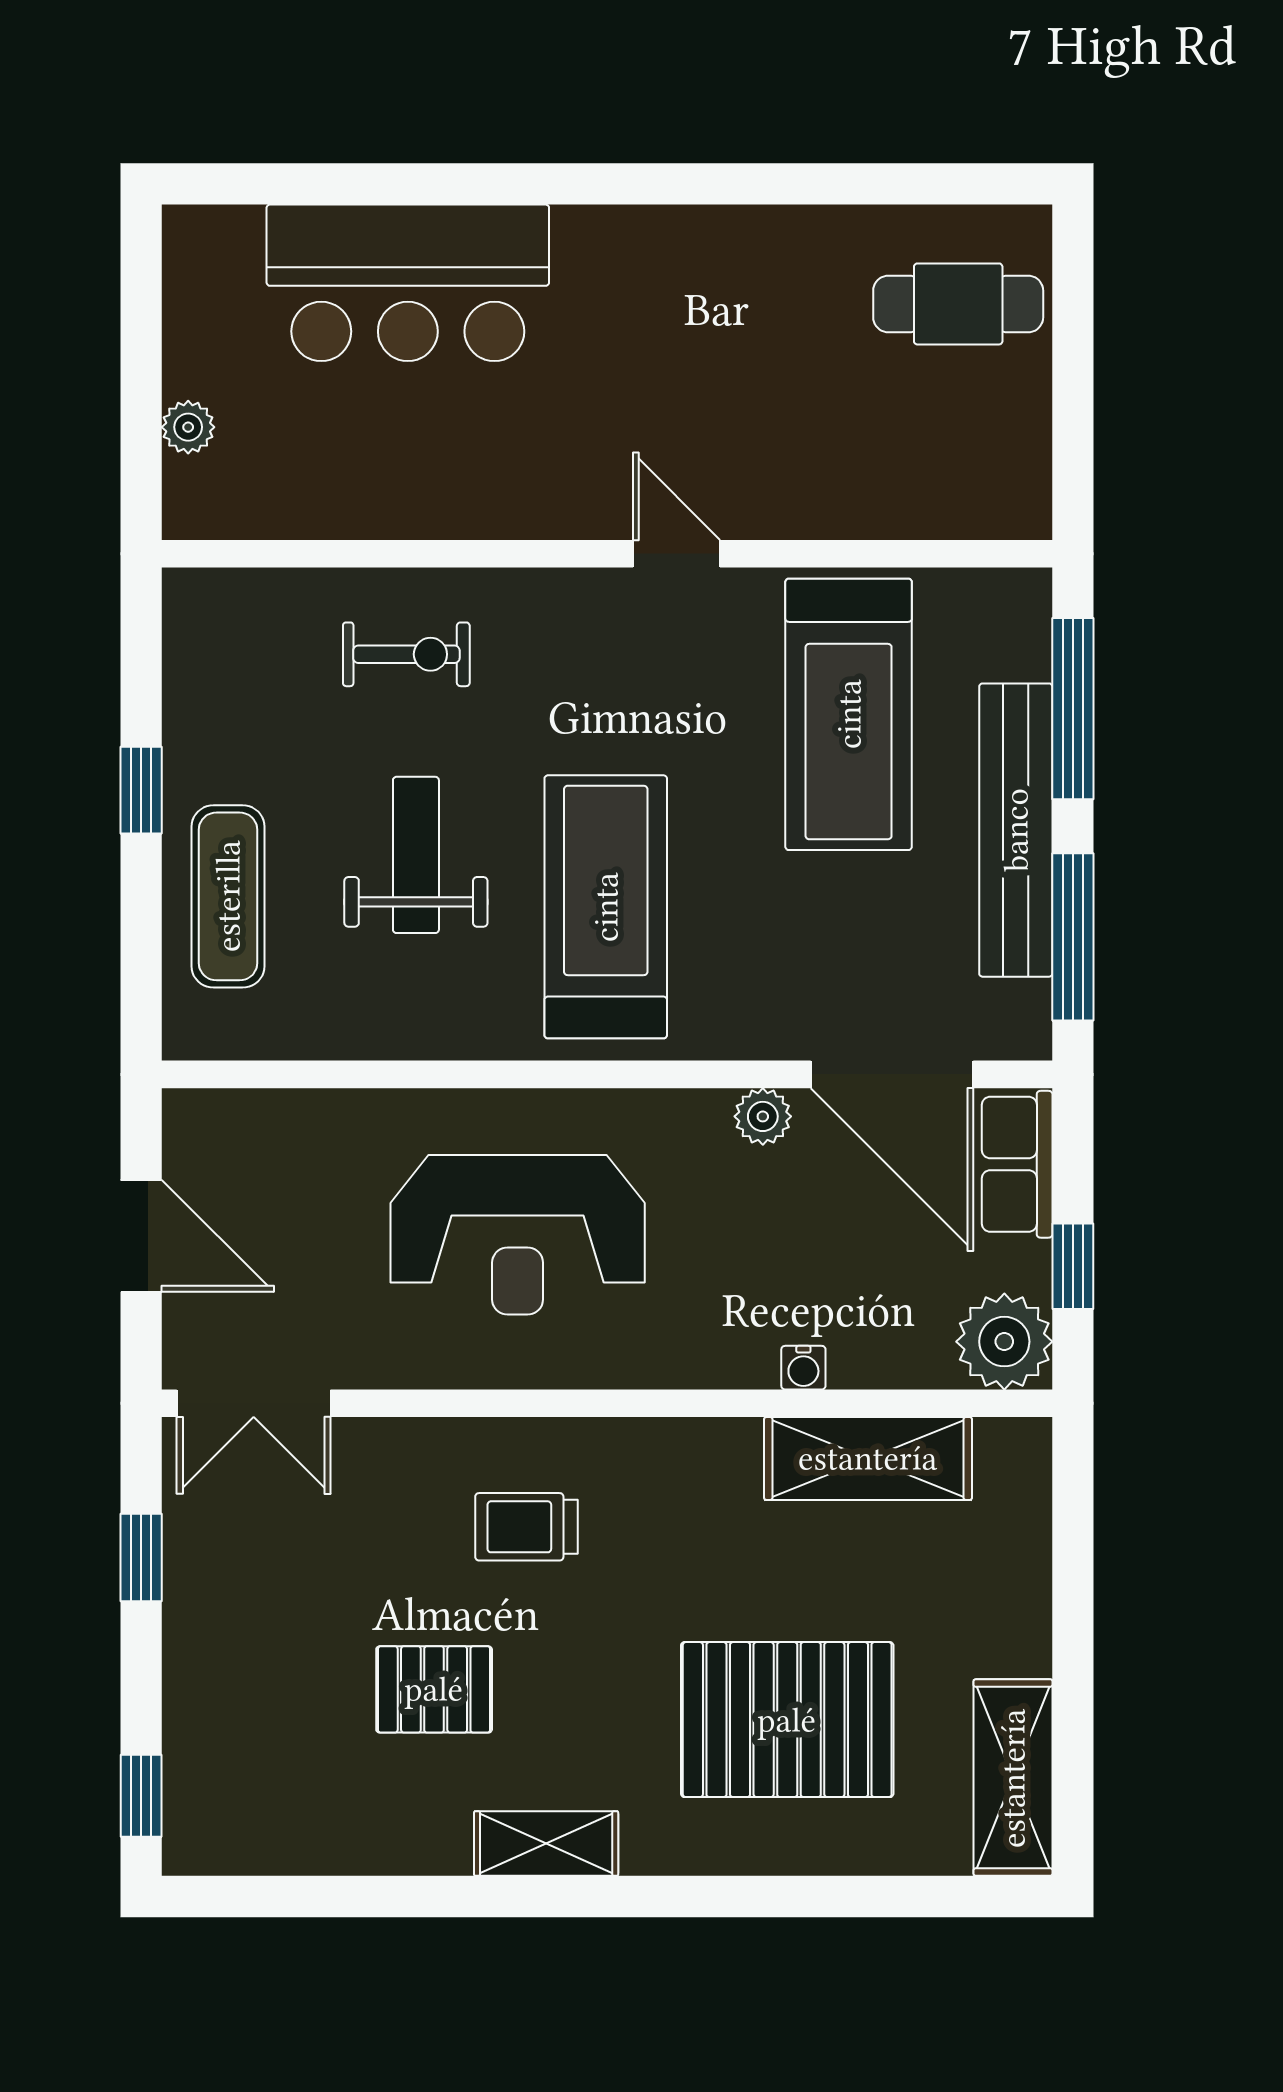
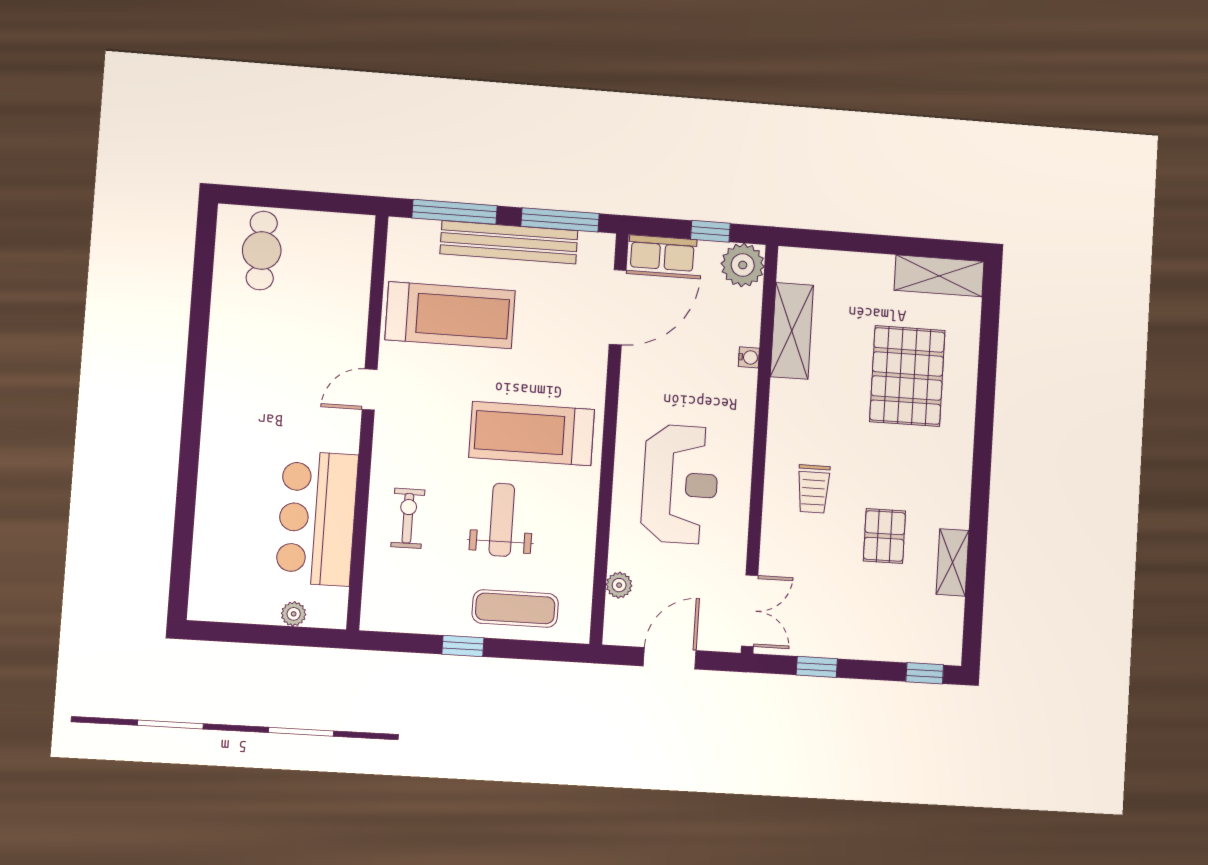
bar counter: (408, 283) -> (317, 518), moved, turned 180
weight bench: (416, 855) -> (502, 520), turned 90
plant: (763, 1116) -> (619, 585), moved
shelving: (546, 1844) -> (953, 562), moved

